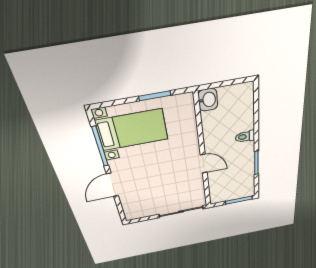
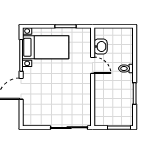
washbasin: (208, 100) -> (101, 46), moved
door: (204, 164) -> (93, 65), moved

